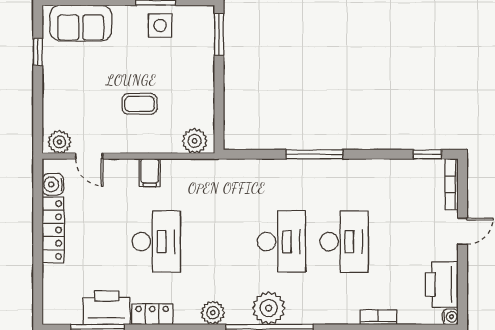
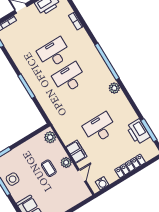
plant: (59, 142) -> (66, 163), moved
filing cabinet: (150, 173) -> (76, 152), width x2.00
locker: (53, 230) -> (130, 166), moved
plant: (269, 308) -> (99, 67), removed
locker: (152, 314) -> (130, 112), removed

